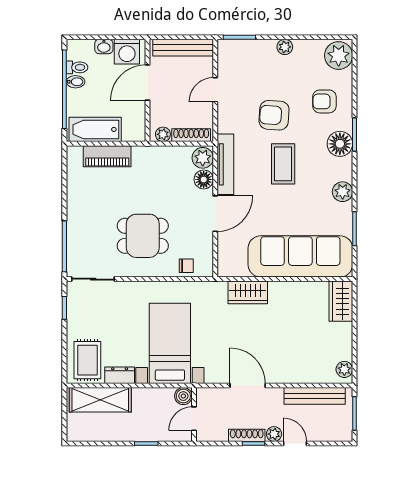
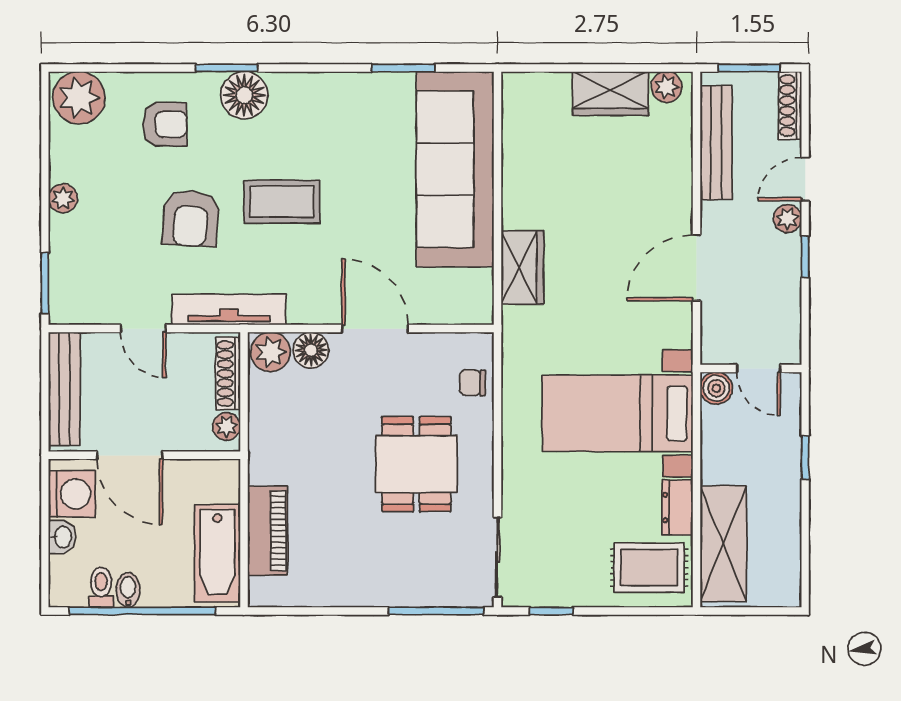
armchair: (324, 101) -> (165, 124), turned -90
tv unit: (225, 164) -> (229, 310), moved
plant: (343, 192) -> (334, 90), removed
chair: (186, 266) -> (472, 383), turned -89
wardrobe: (341, 301) -> (610, 93), moved
shoe rack: (247, 435) -> (790, 106), moved

